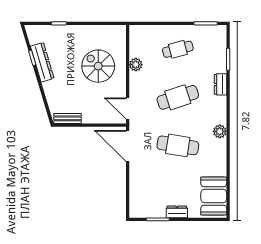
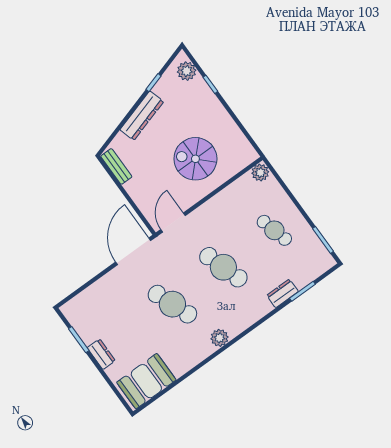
plant: (40, 32) -> (187, 71), added
dresser: (42, 62) -> (142, 116), moved
plant: (136, 65) -> (260, 173), moved
spiral stairs: (98, 66) -> (195, 159), turned -90
dresser: (220, 84) -> (283, 293), moved
cafe table: (178, 145) -> (172, 304), turned -30

